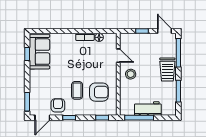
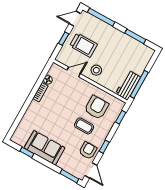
sofa: (39, 52) -> (45, 148), moved
trolley: (167, 70) -> (83, 45), moved
armchair: (58, 105) -> (88, 151), turned 90
workbench: (148, 108) -> (128, 85), moved

